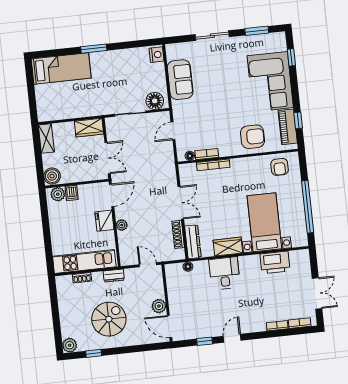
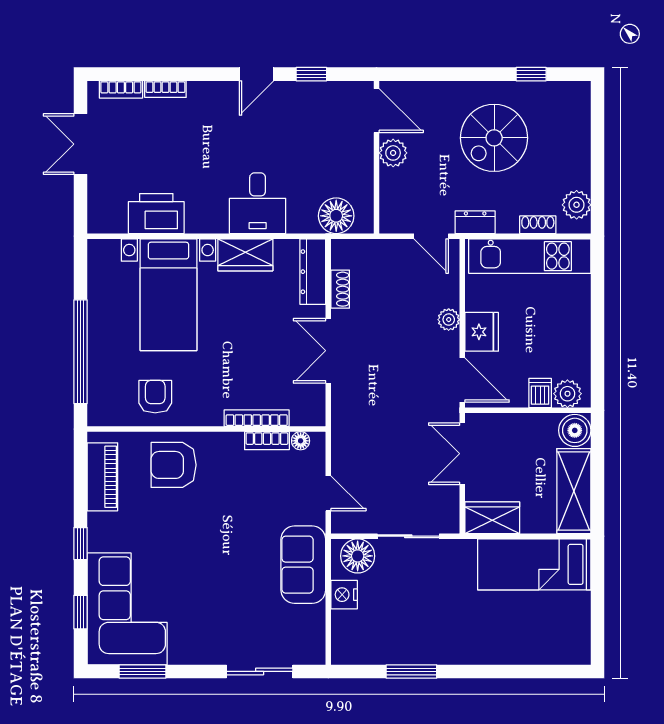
sliding door: (212, 36) -> (260, 671), moved
window: (94, 49) -> (411, 671), moved
nightstand: (157, 55) -> (344, 595), moved
bed: (61, 68) -> (534, 564), moved
sofa: (180, 80) -> (303, 565), moved
corner sofa: (270, 82) -> (127, 609), moved
window: (298, 120) -> (81, 544), moved
door: (173, 131) -> (328, 493), hinge flipped
shelving: (46, 139) -> (574, 491), width x1.50, depth x1.33
armchair: (280, 167) -> (155, 397), moved
door: (112, 195) -> (462, 380), swing flipped
window: (308, 207) -> (81, 352), moved
shoe rack: (178, 234) -> (340, 289), width x0.70
door: (148, 265) -> (431, 236), moved
floor lamp: (188, 267) -> (336, 216), width x1.89, depth x1.89
plant: (70, 345) -> (577, 205), moved

